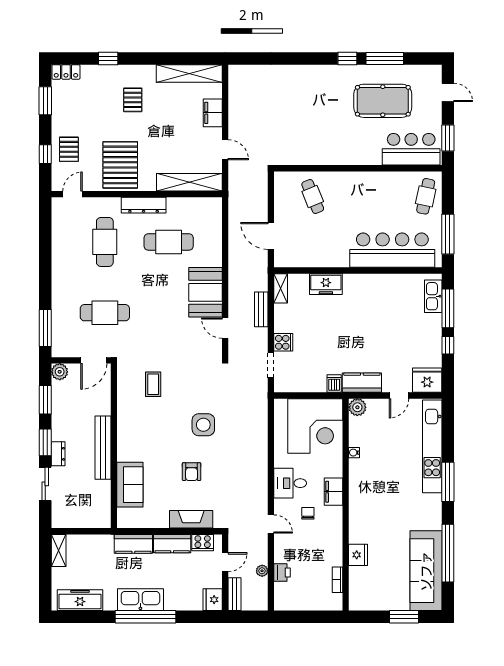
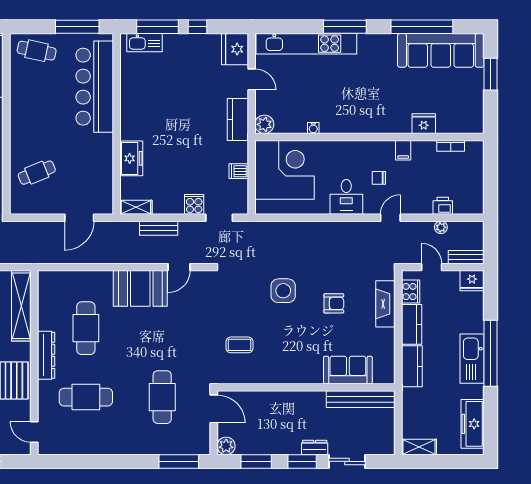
dishwasher: (334, 384) -> (239, 171), moved
bench: (103, 448) -> (361, 399), moved
filing cabinet: (333, 492) -> (403, 150), moved, width x0.50

